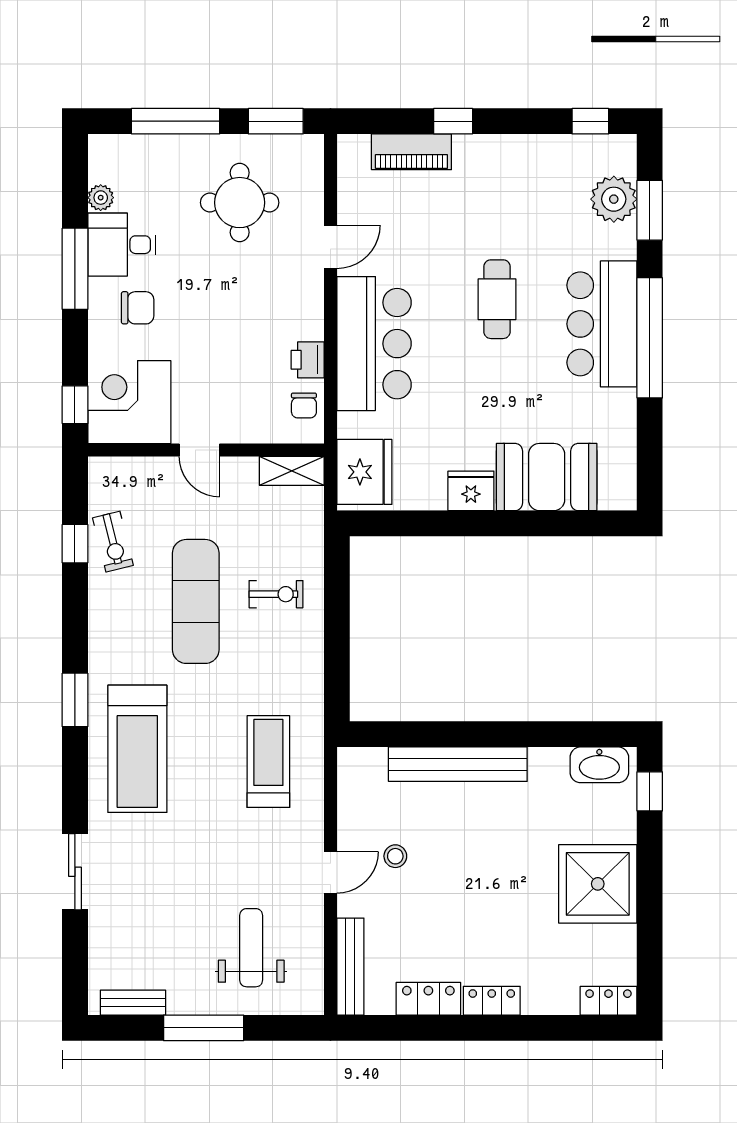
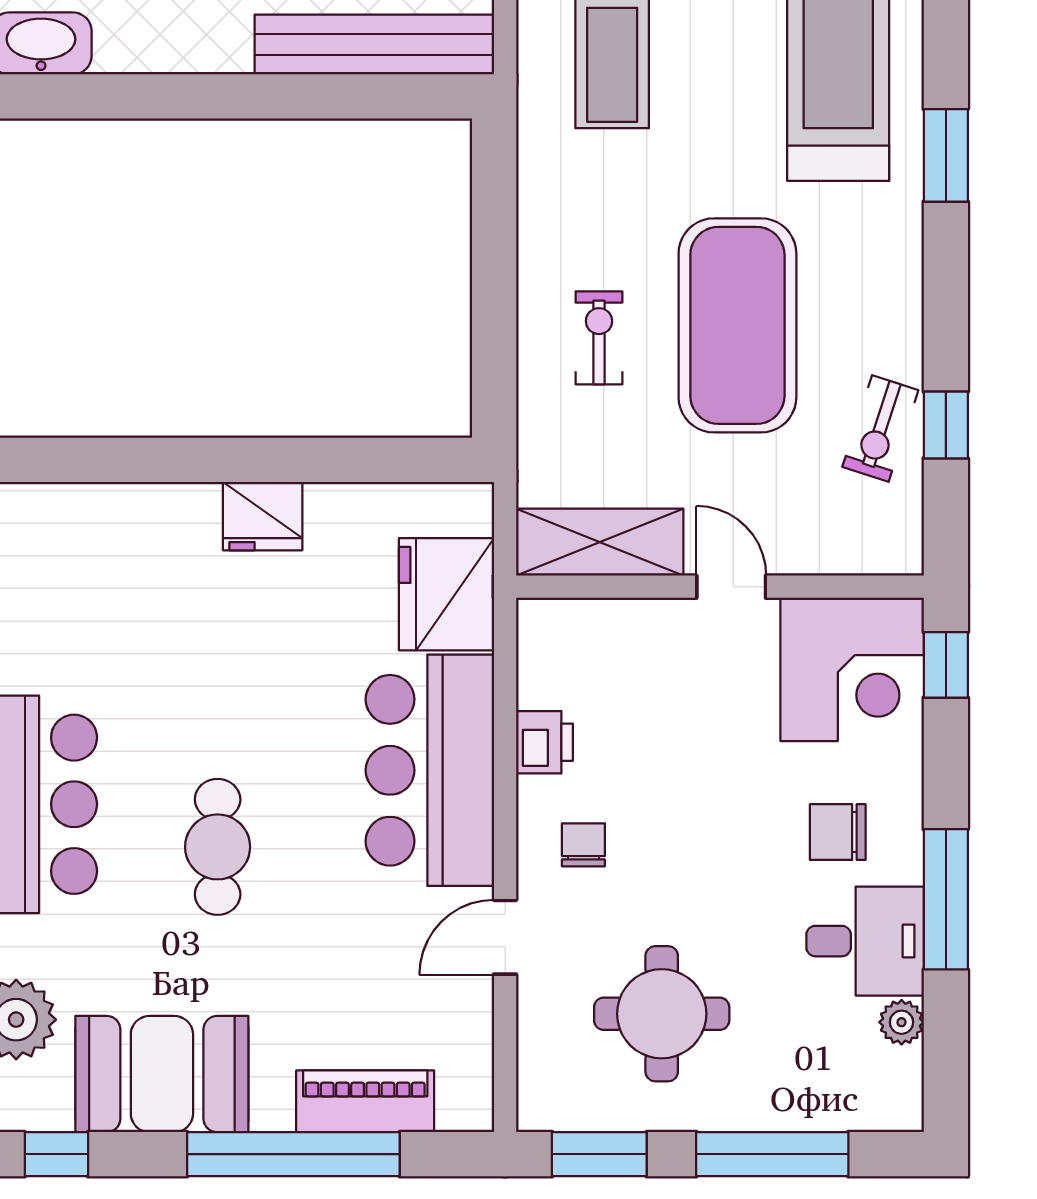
window: (453, 121) -> (293, 1154), width x3.17
chair: (304, 405) -> (583, 845), moved
shelving: (292, 471) -> (600, 542), width x1.50, depth x1.33
fridge: (364, 472) -> (447, 594), moved
booth: (547, 477) -> (162, 1074), moved
exercise bike: (113, 542) -> (880, 429), turned -148
exercise bike: (276, 594) -> (599, 338), turned 90
exercise mat: (196, 601) -> (737, 325), width x1.47
bench: (458, 764) -> (374, 45), moved

